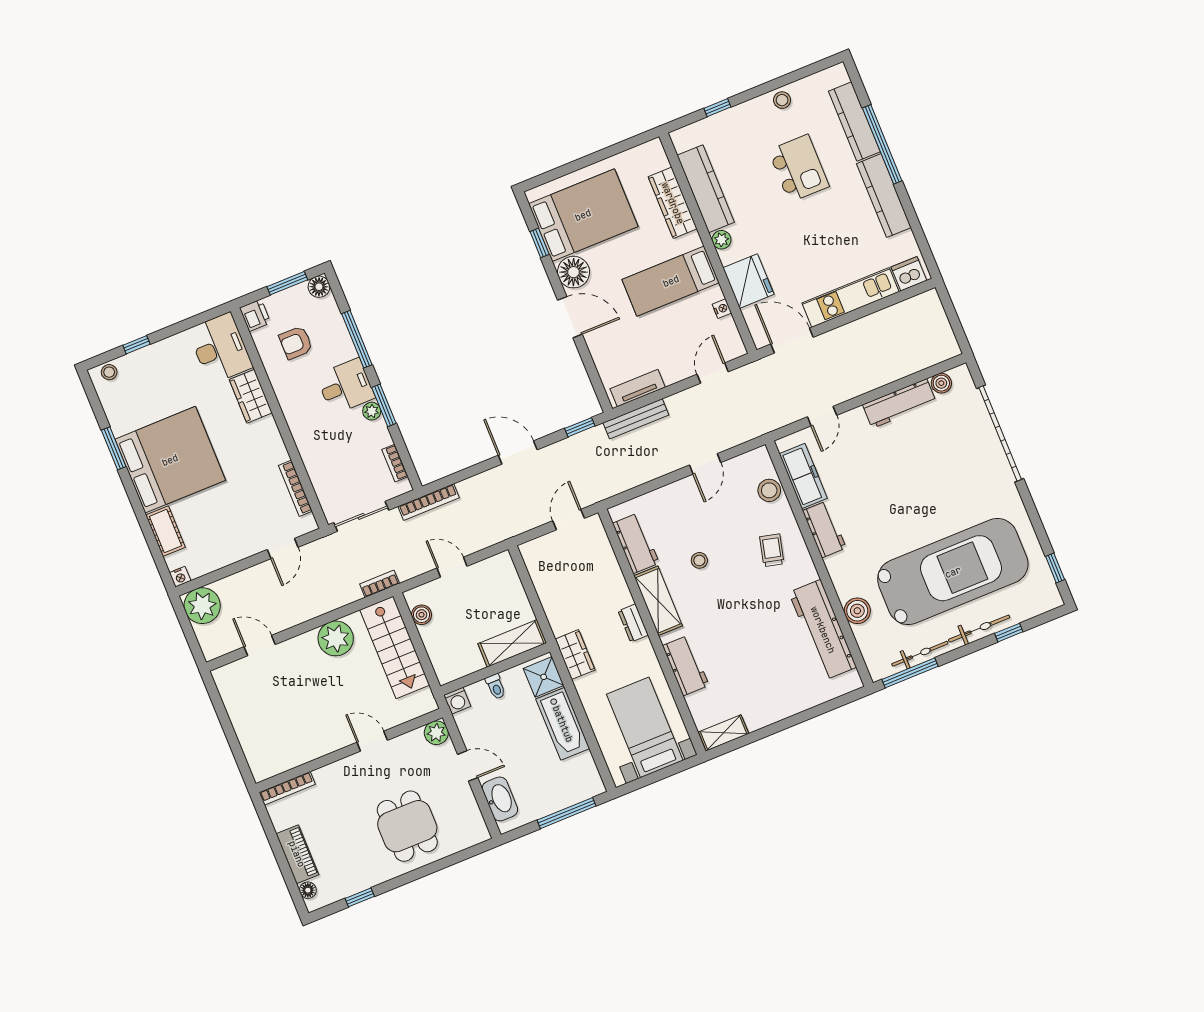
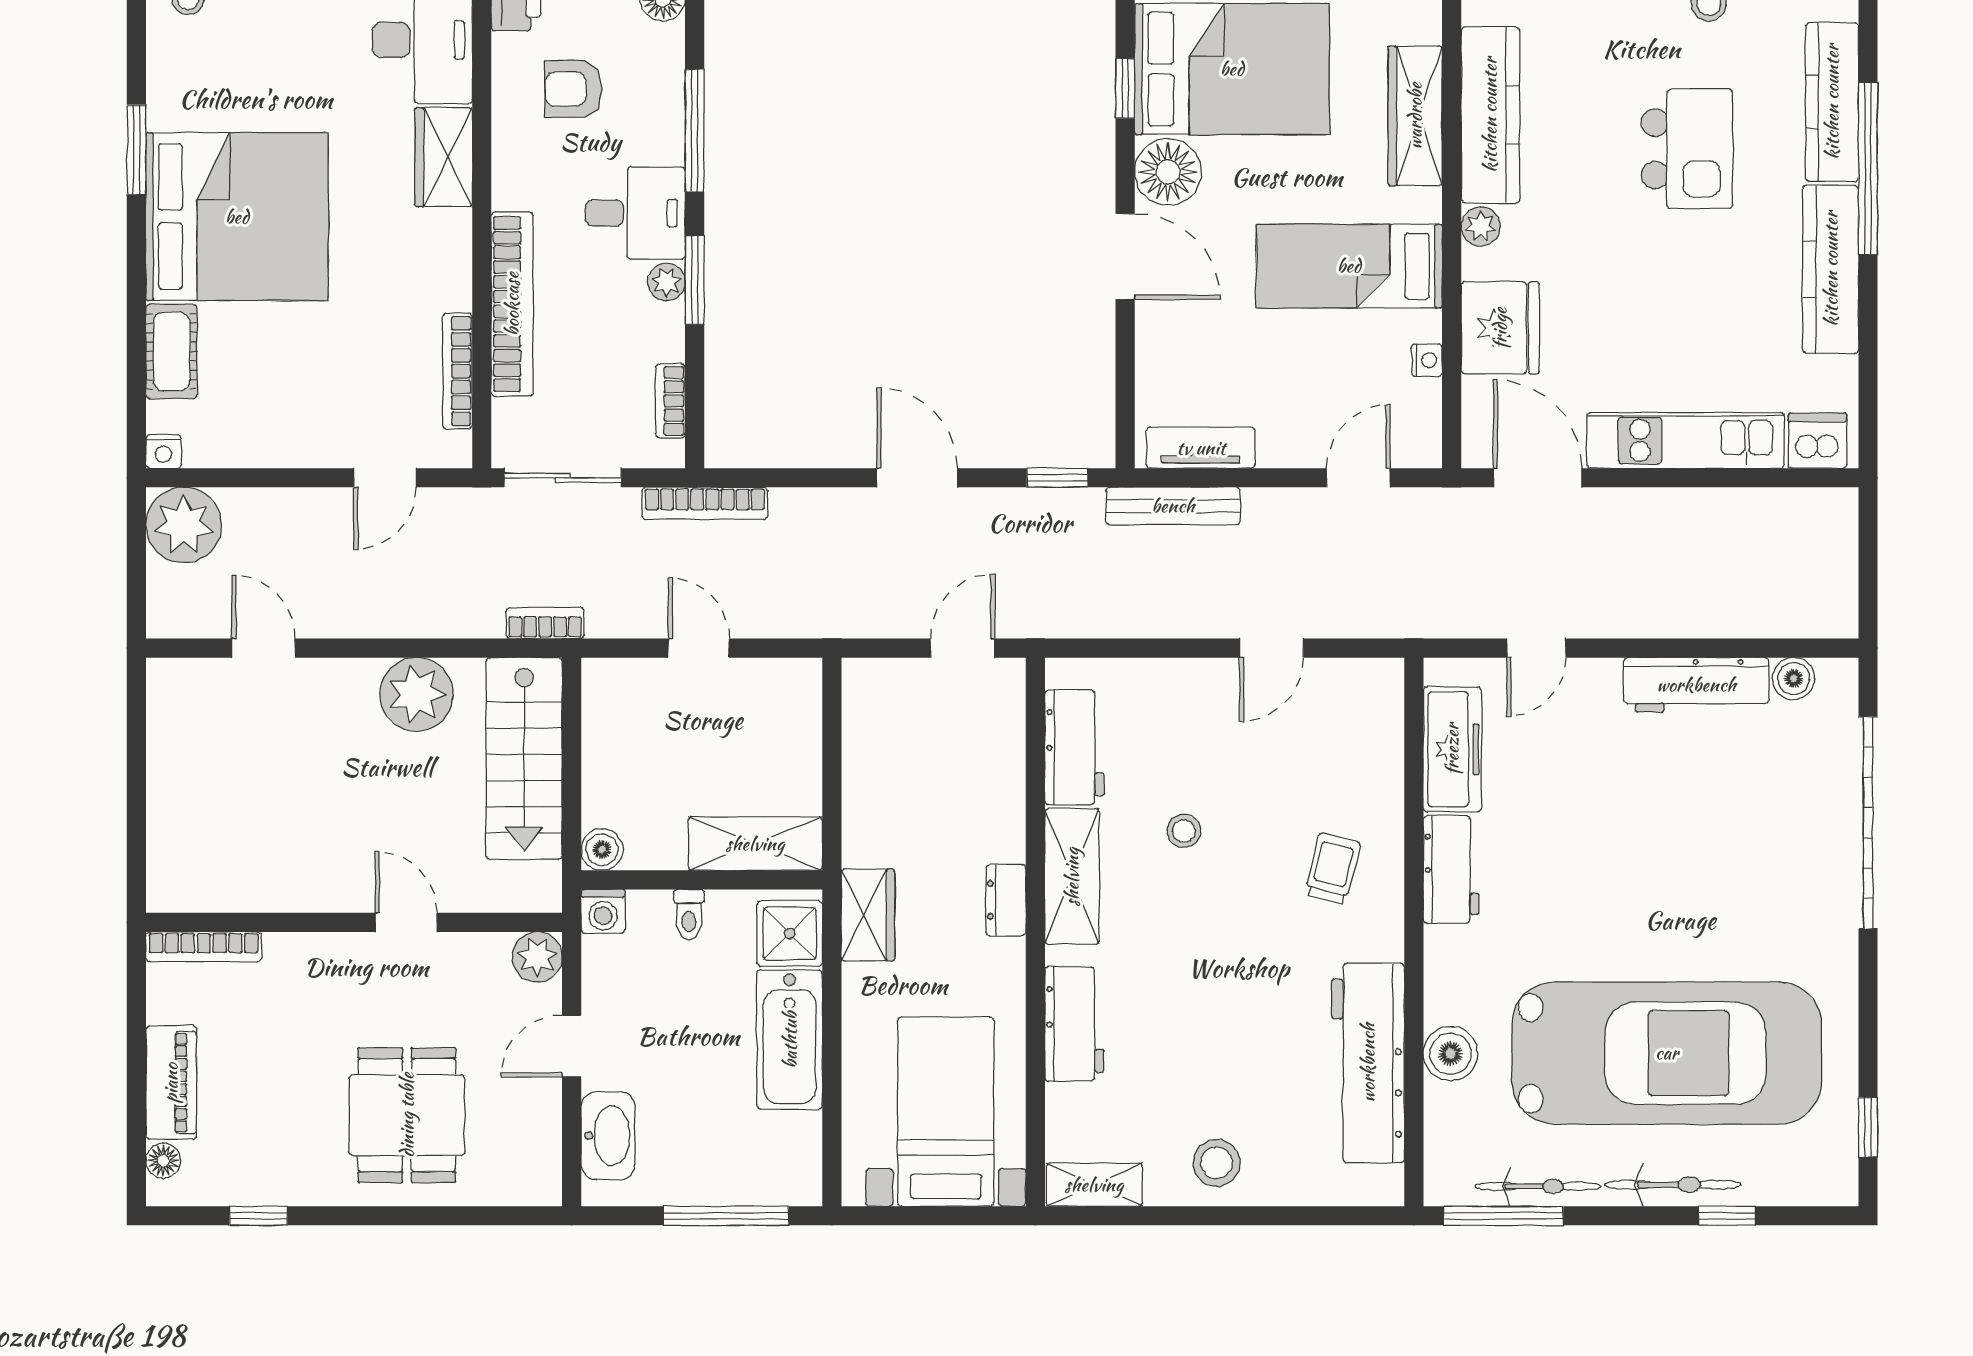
bookcase: (308, 449) -> (512, 304), added
stool: (769, 490) -> (1217, 1163), moved
boiler: (422, 615) -> (602, 850), moved
door: (468, 766) -> (572, 1046), swing flipped

